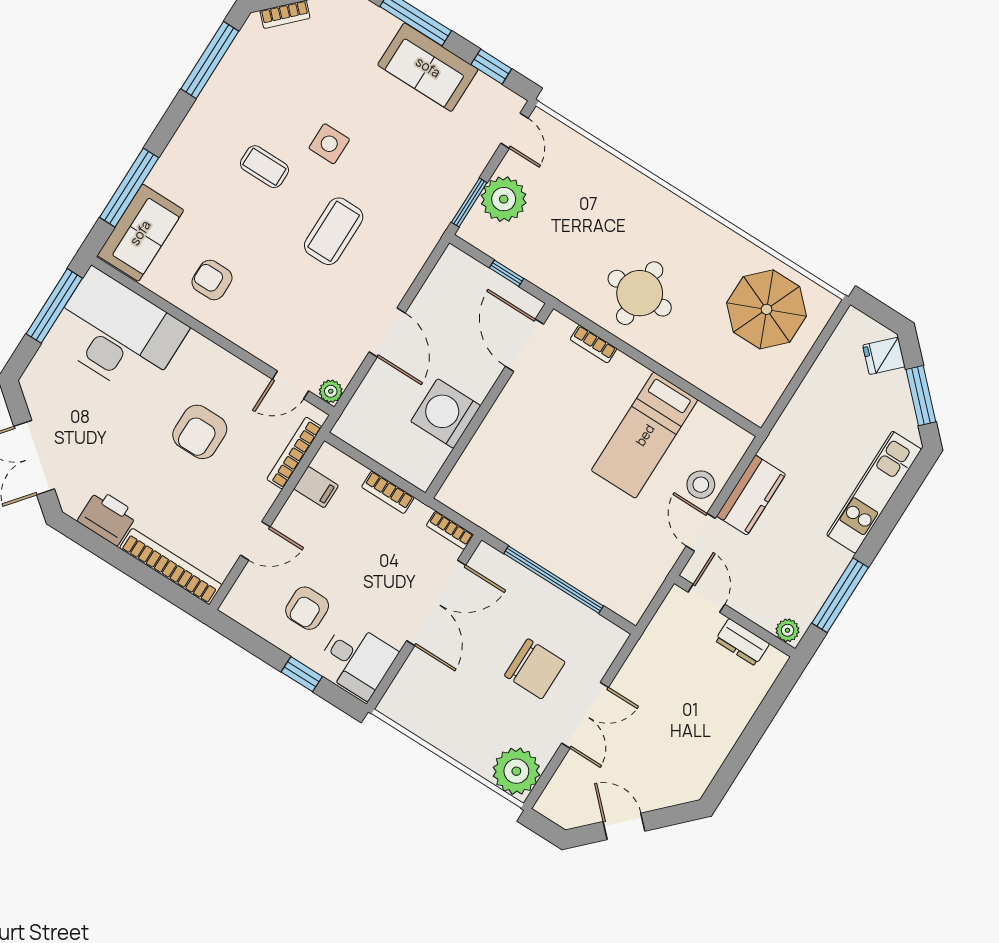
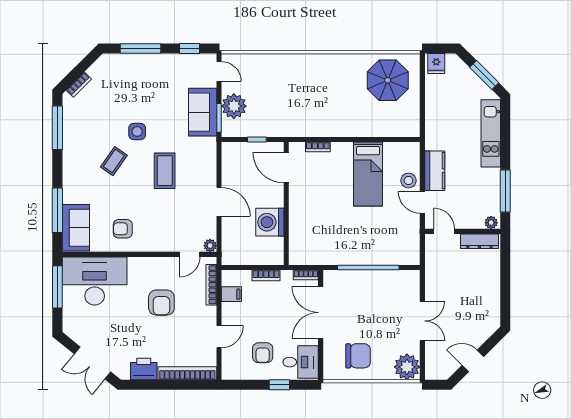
sofa: (428, 67) -> (203, 112), moved, turned 90
coffee table: (264, 167) -> (114, 161), turned -55
round table: (640, 293) -> (324, 110), removed
fridge: (884, 356) -> (436, 63), moved, turned -45
double door: (436, 603) -> (321, 313), swing flipped
dresser: (742, 642) -> (479, 241), width x1.44
chair: (535, 669) -> (358, 356), moved

